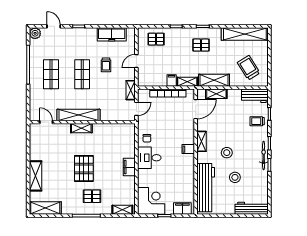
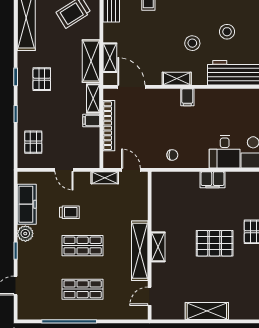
plant: (35, 33) -> (25, 234), moved
desk: (149, 158) -> (225, 152), moved
shelving: (35, 176) -> (207, 311), moved

